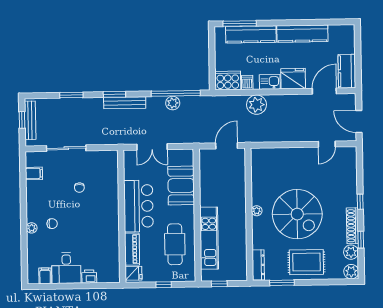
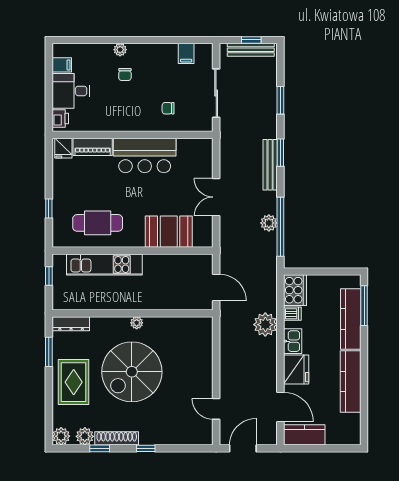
bar counter: (138, 206) -> (145, 155), moved
wall: (122, 216) -> (133, 135), moved
piano: (132, 249) -> (93, 147), moved
fridge: (134, 273) -> (63, 148), moved

